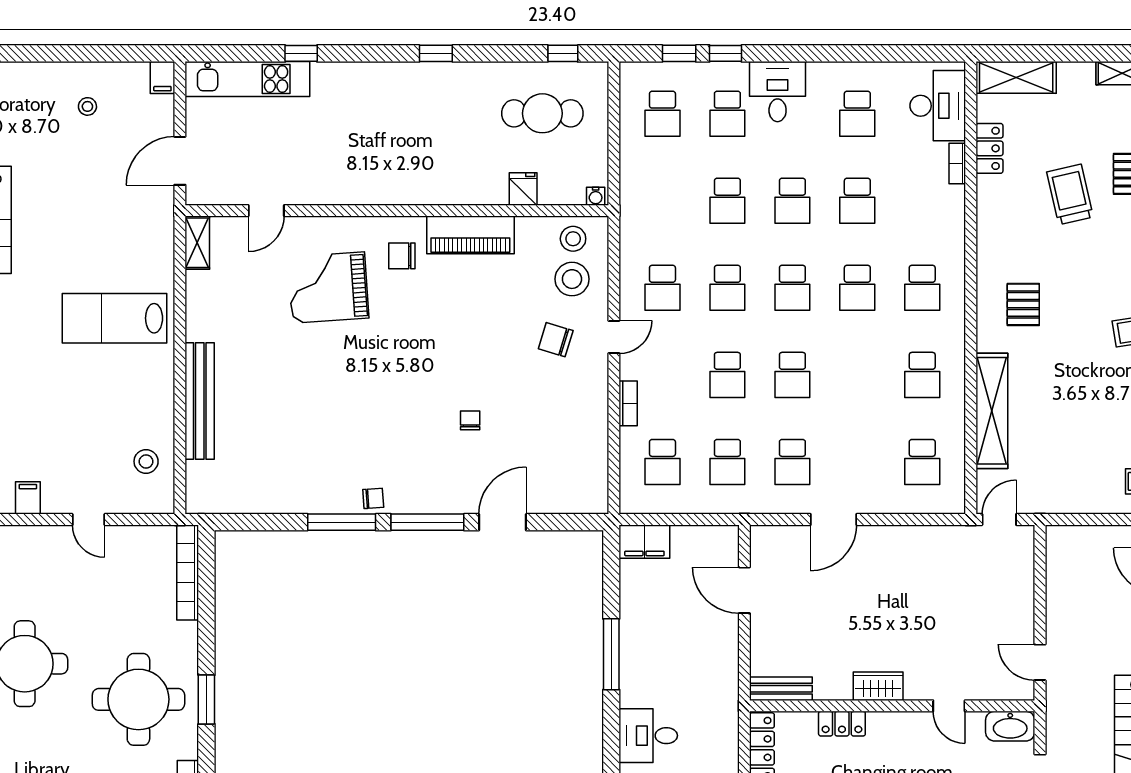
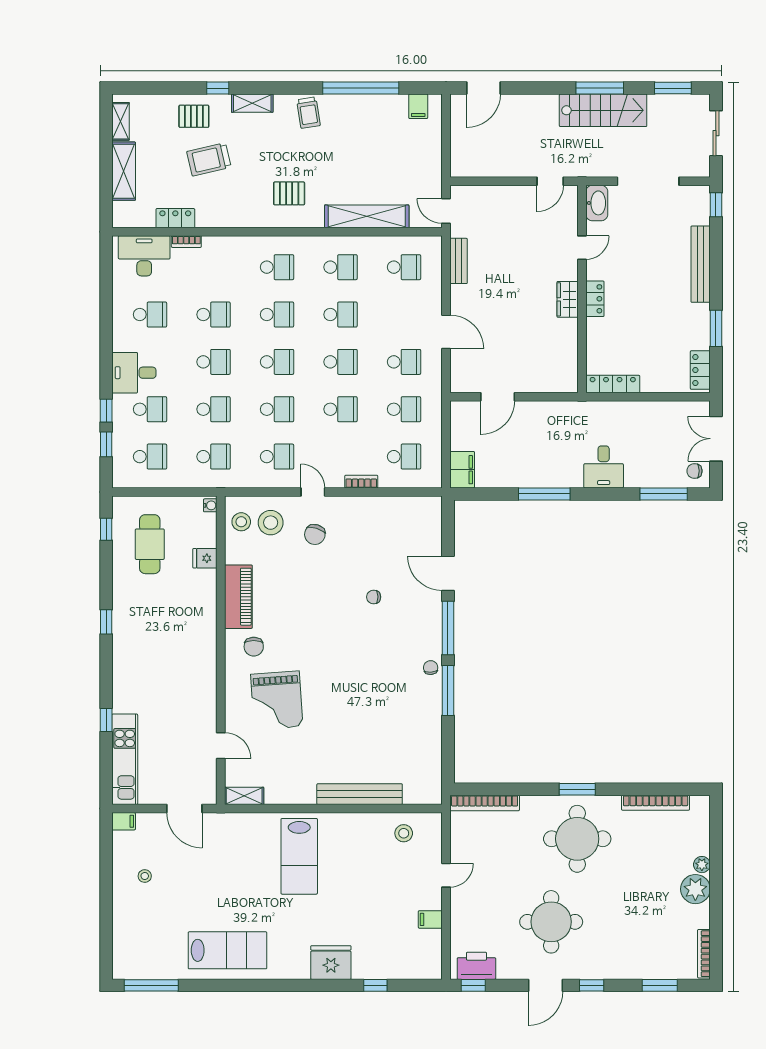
shelving: (1016, 77) -> (124, 171), moved
school desk: (662, 201) -> (214, 457), added
school desk: (857, 375) -> (341, 315), added
bench: (781, 689) -> (459, 261), moved
locker: (842, 724) -> (595, 299), moved

